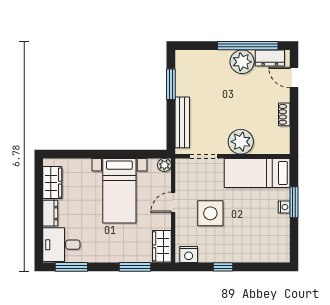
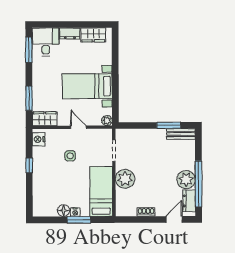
bench: (182, 122) -> (181, 134), moved, width x0.73
side table: (210, 213) -> (70, 156), width x0.54, depth x0.54
floor lamp: (282, 222) -> (63, 211), added

